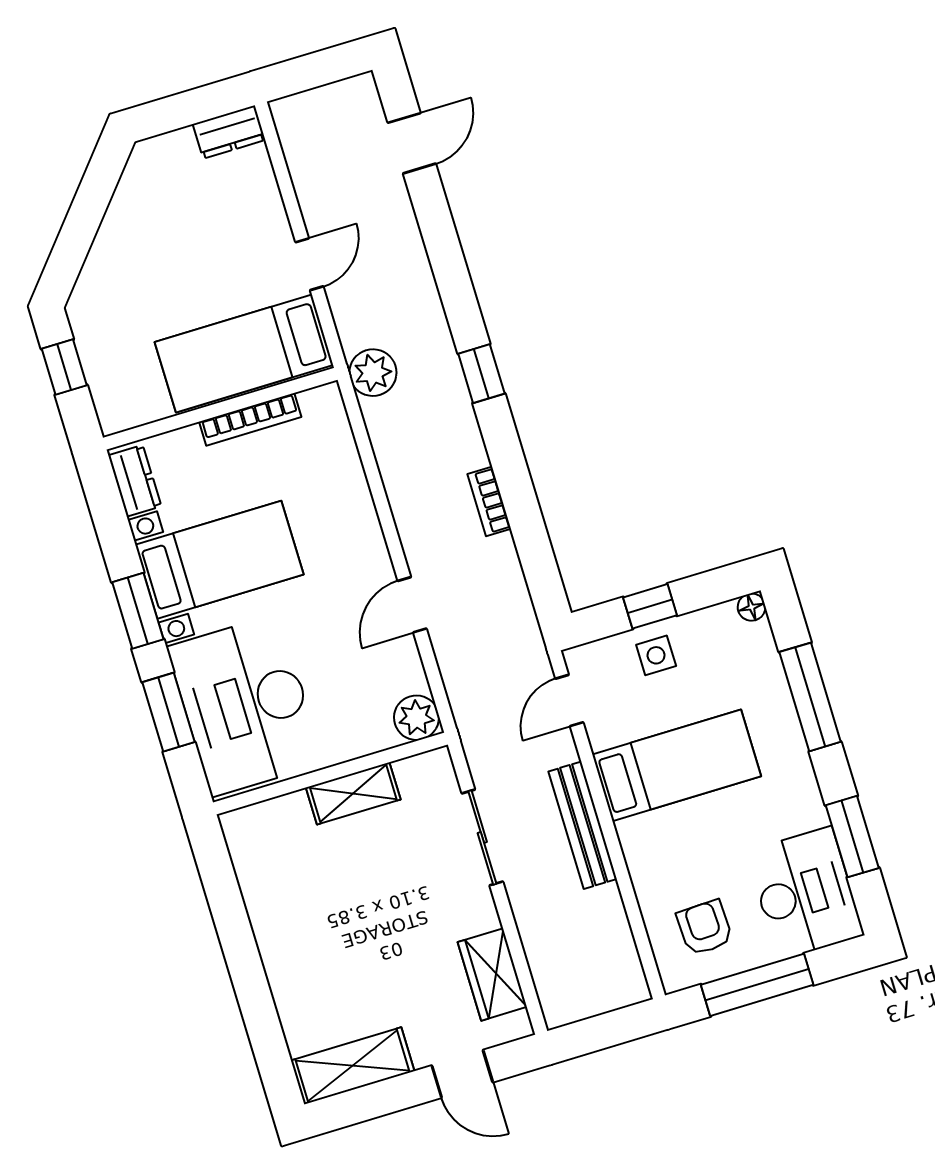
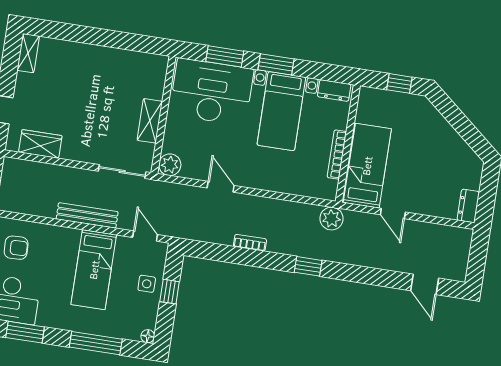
sliding door: (482, 838) -> (122, 172), moved
shelving: (353, 1066) -> (28, 53), width x0.67, depth x0.75

